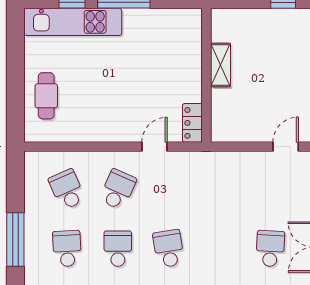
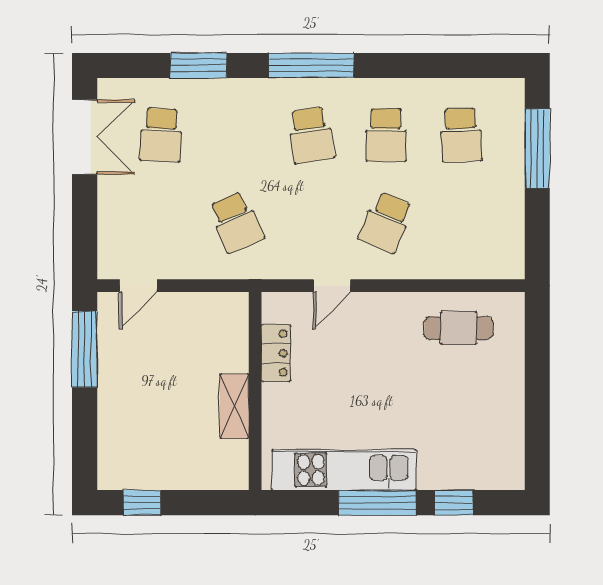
kitchen unit: (73, 22) -> (344, 470), moved
cafe table: (46, 96) -> (459, 328), moved, turned 90
locker: (192, 123) -> (276, 353), moved
school desk: (67, 189) -> (236, 222), moved

